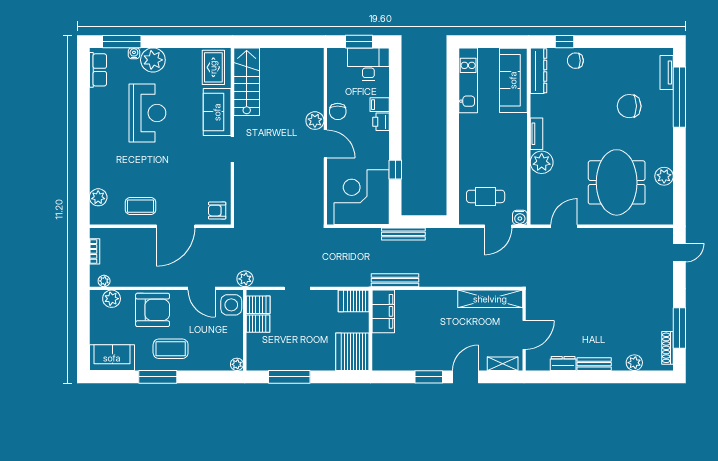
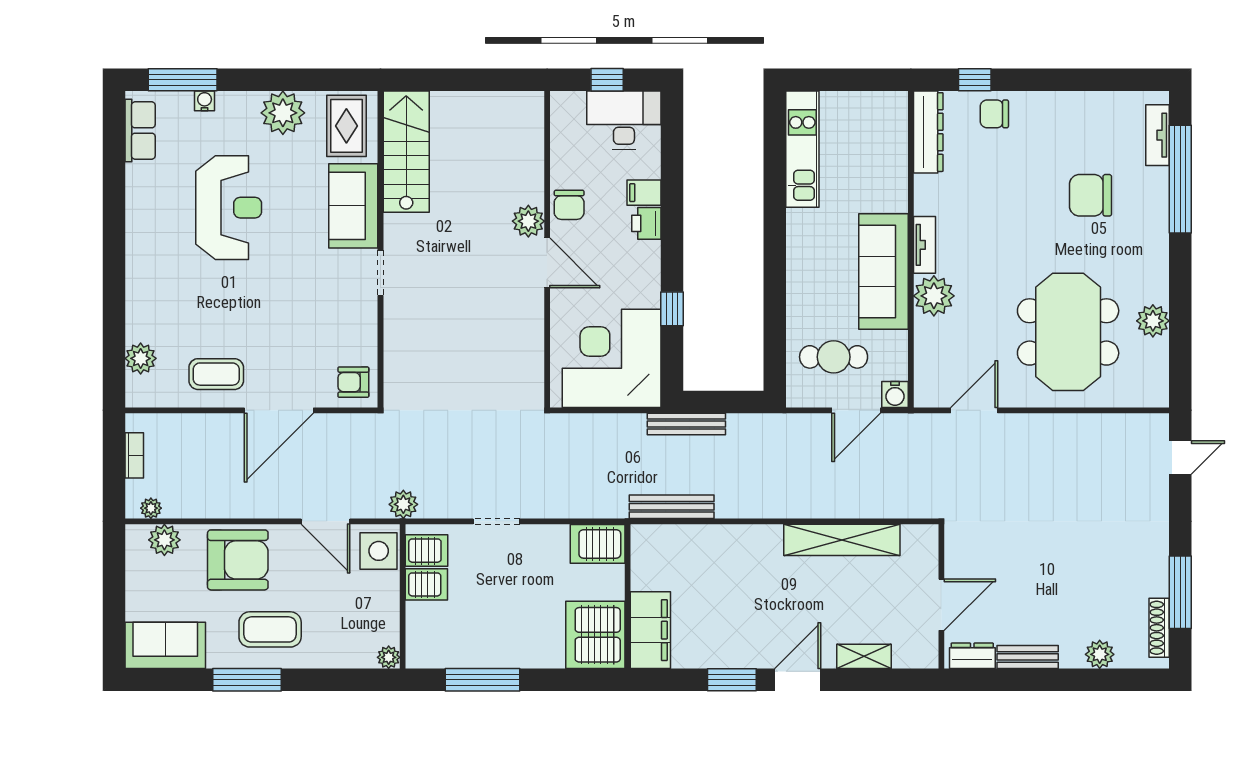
window: (359, 42) -> (607, 80), width x0.67
plant: (153, 60) -> (283, 113), moved
sofa: (513, 80) -> (884, 272), moved
filing cabinet: (383, 311) -> (650, 630), moved
wall: (524, 330) -> (941, 596), moved
door: (524, 335) -> (941, 605), moved

